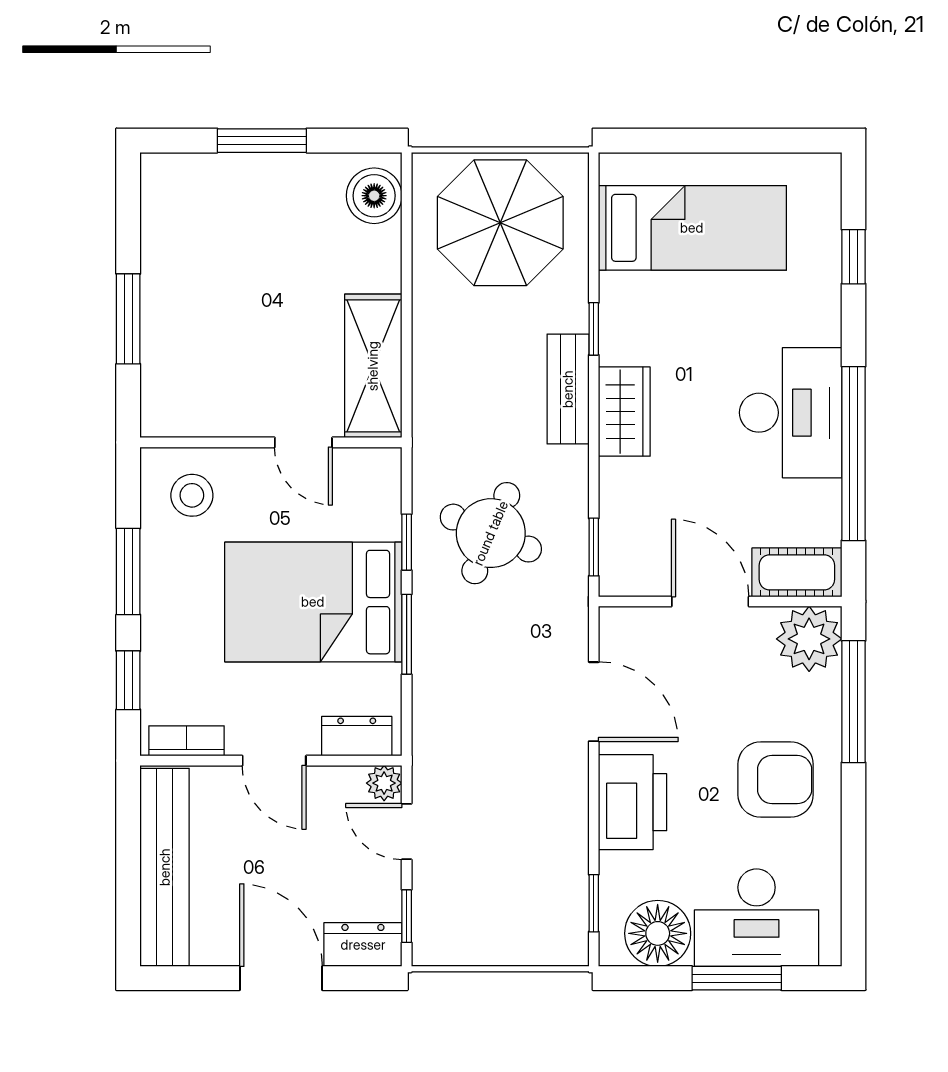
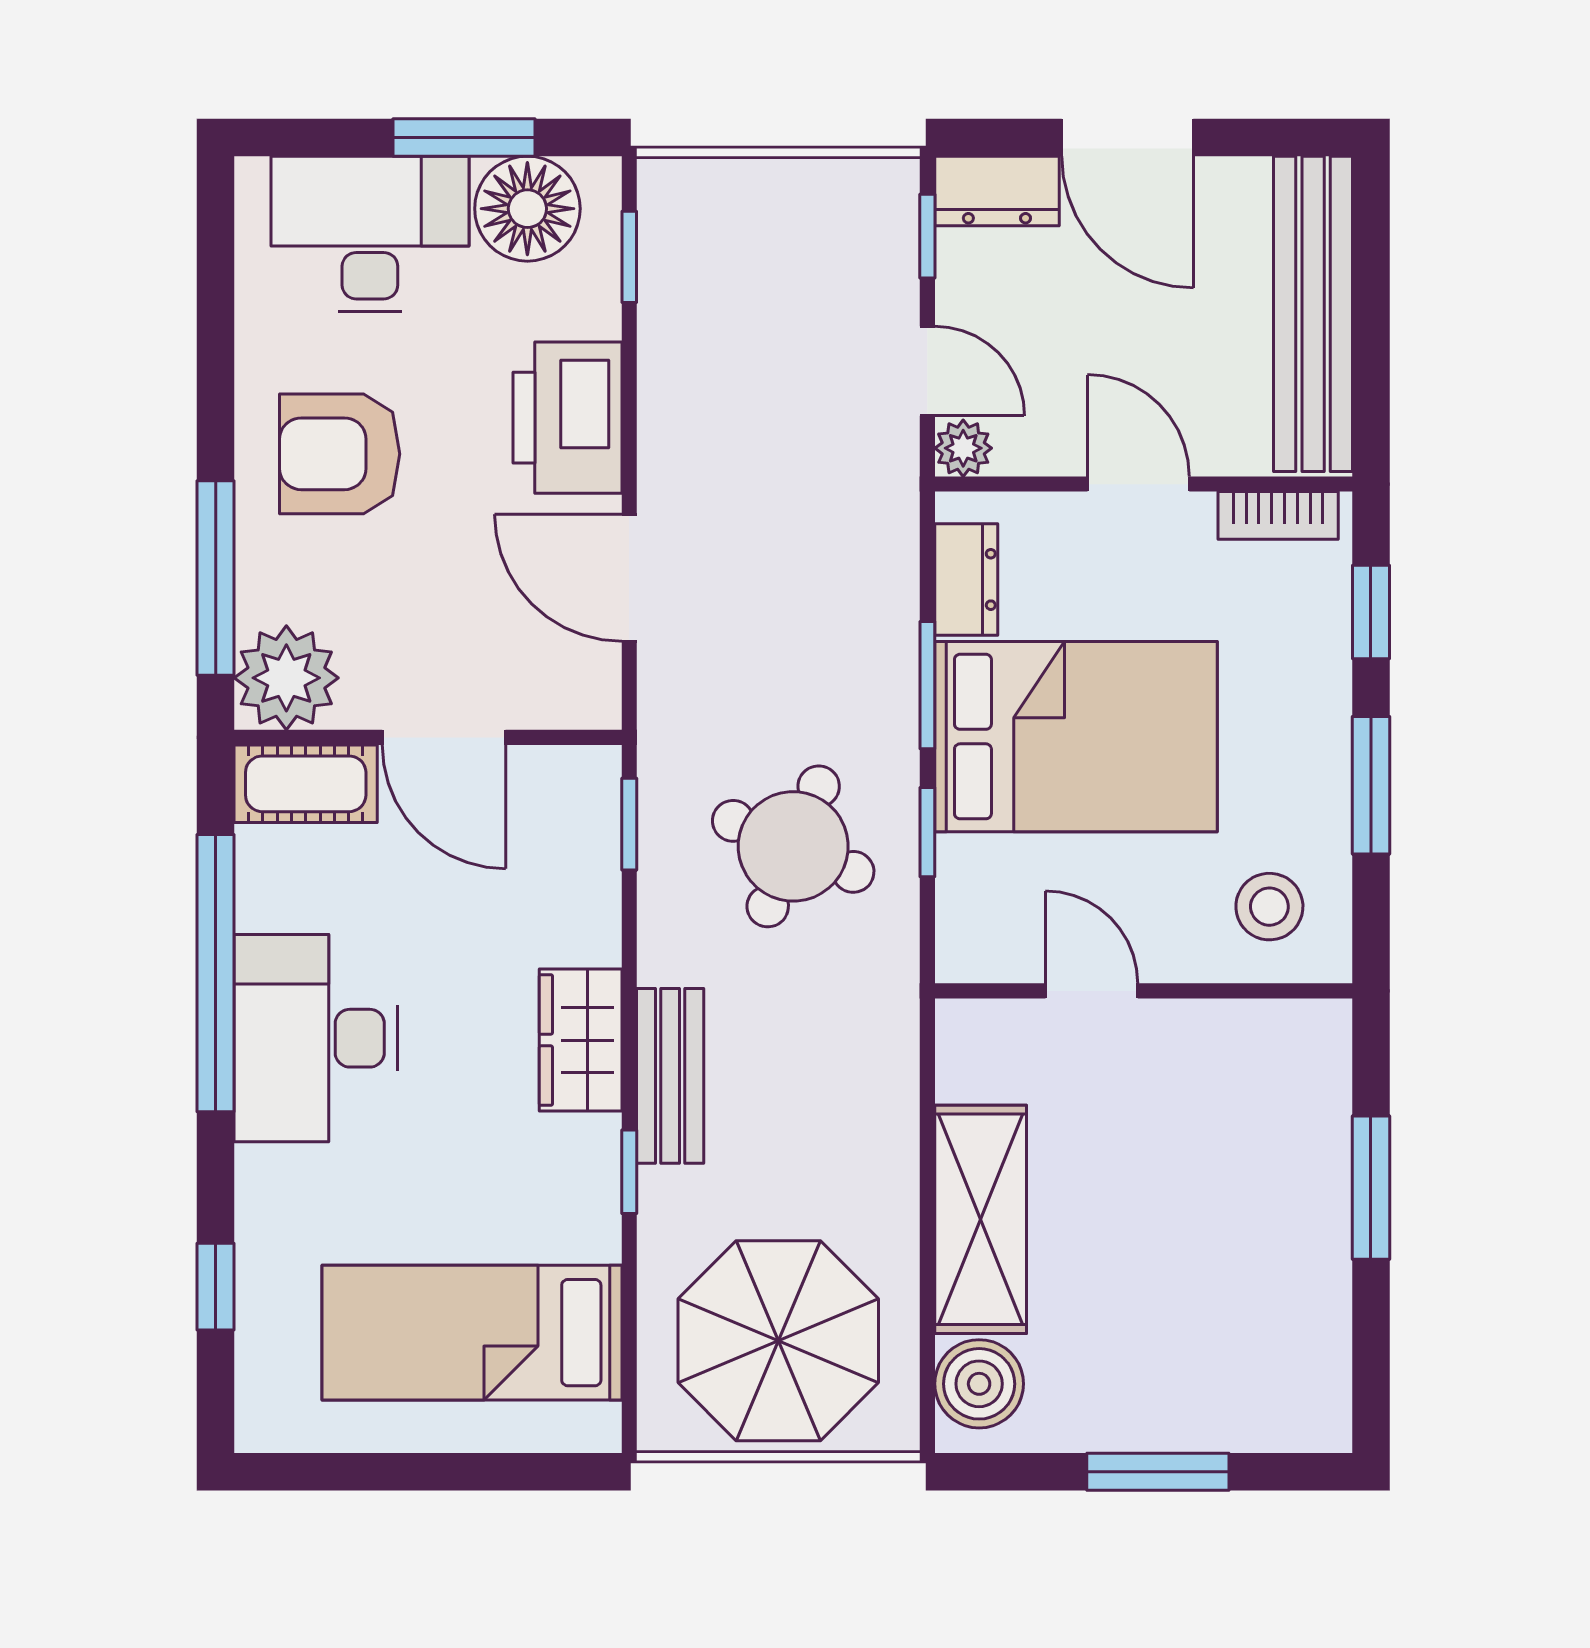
shelving: (373, 366) -> (981, 1219), moved
dresser: (357, 736) -> (966, 579), moved, turned -90
window: (737, 978) -> (464, 137), moved

